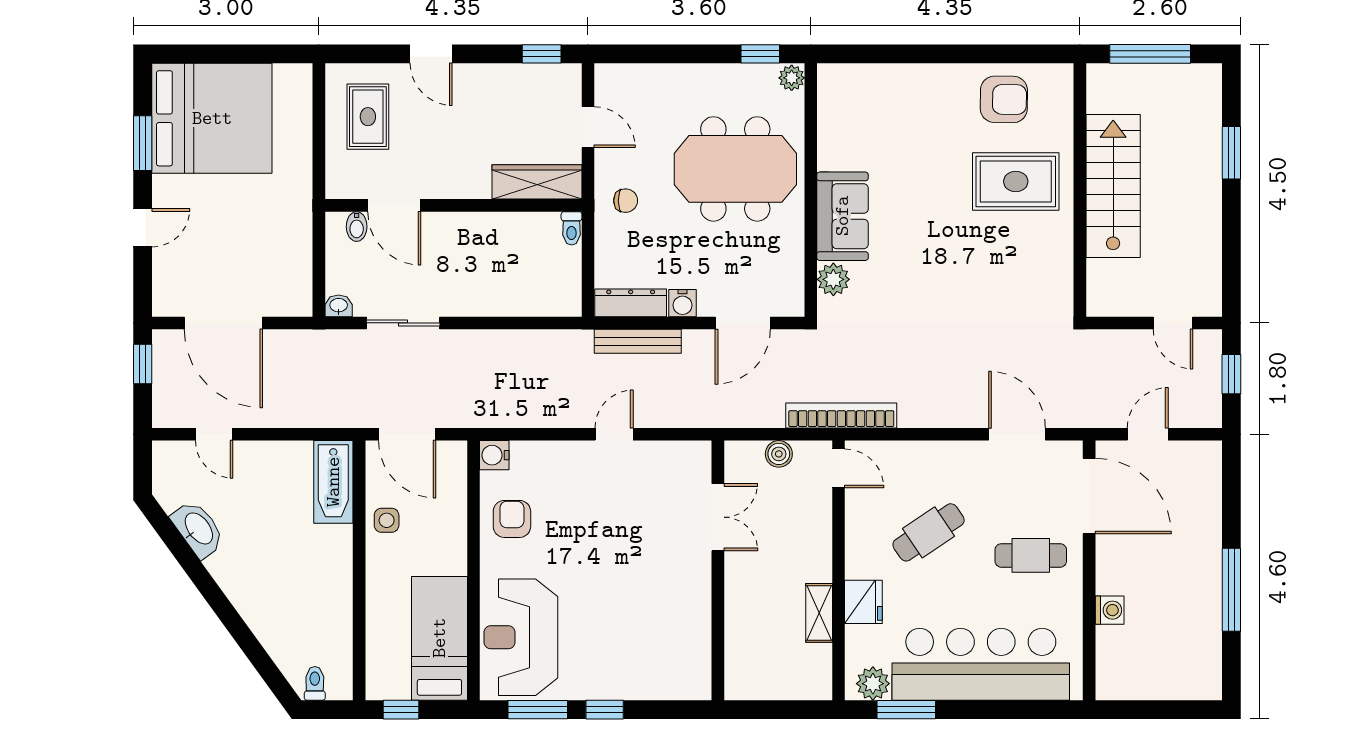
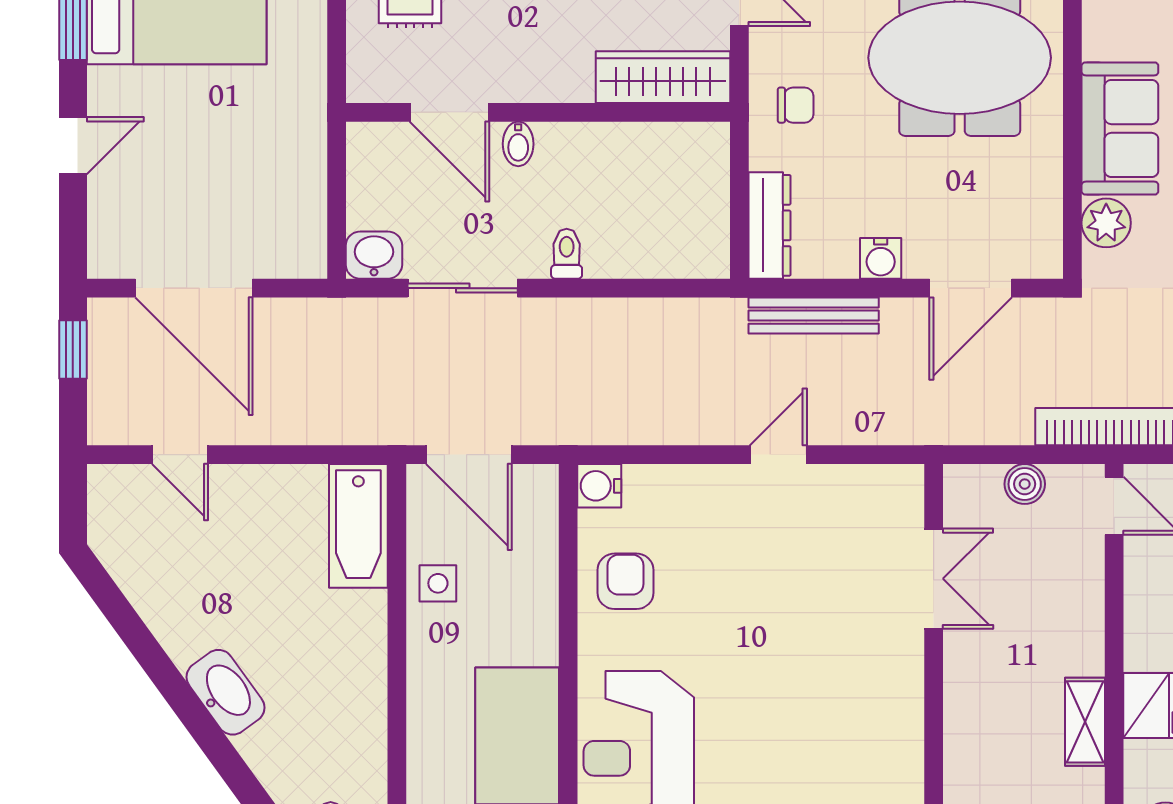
bidet: (357, 227) -> (518, 144), moved
toilet: (572, 228) -> (567, 254), moved, turned 180
dresser: (631, 303) -> (769, 225), moved, turned 90
washbasin: (339, 306) -> (374, 255), width x1.38, depth x1.45
washbasin: (198, 529) -> (226, 692), moved

